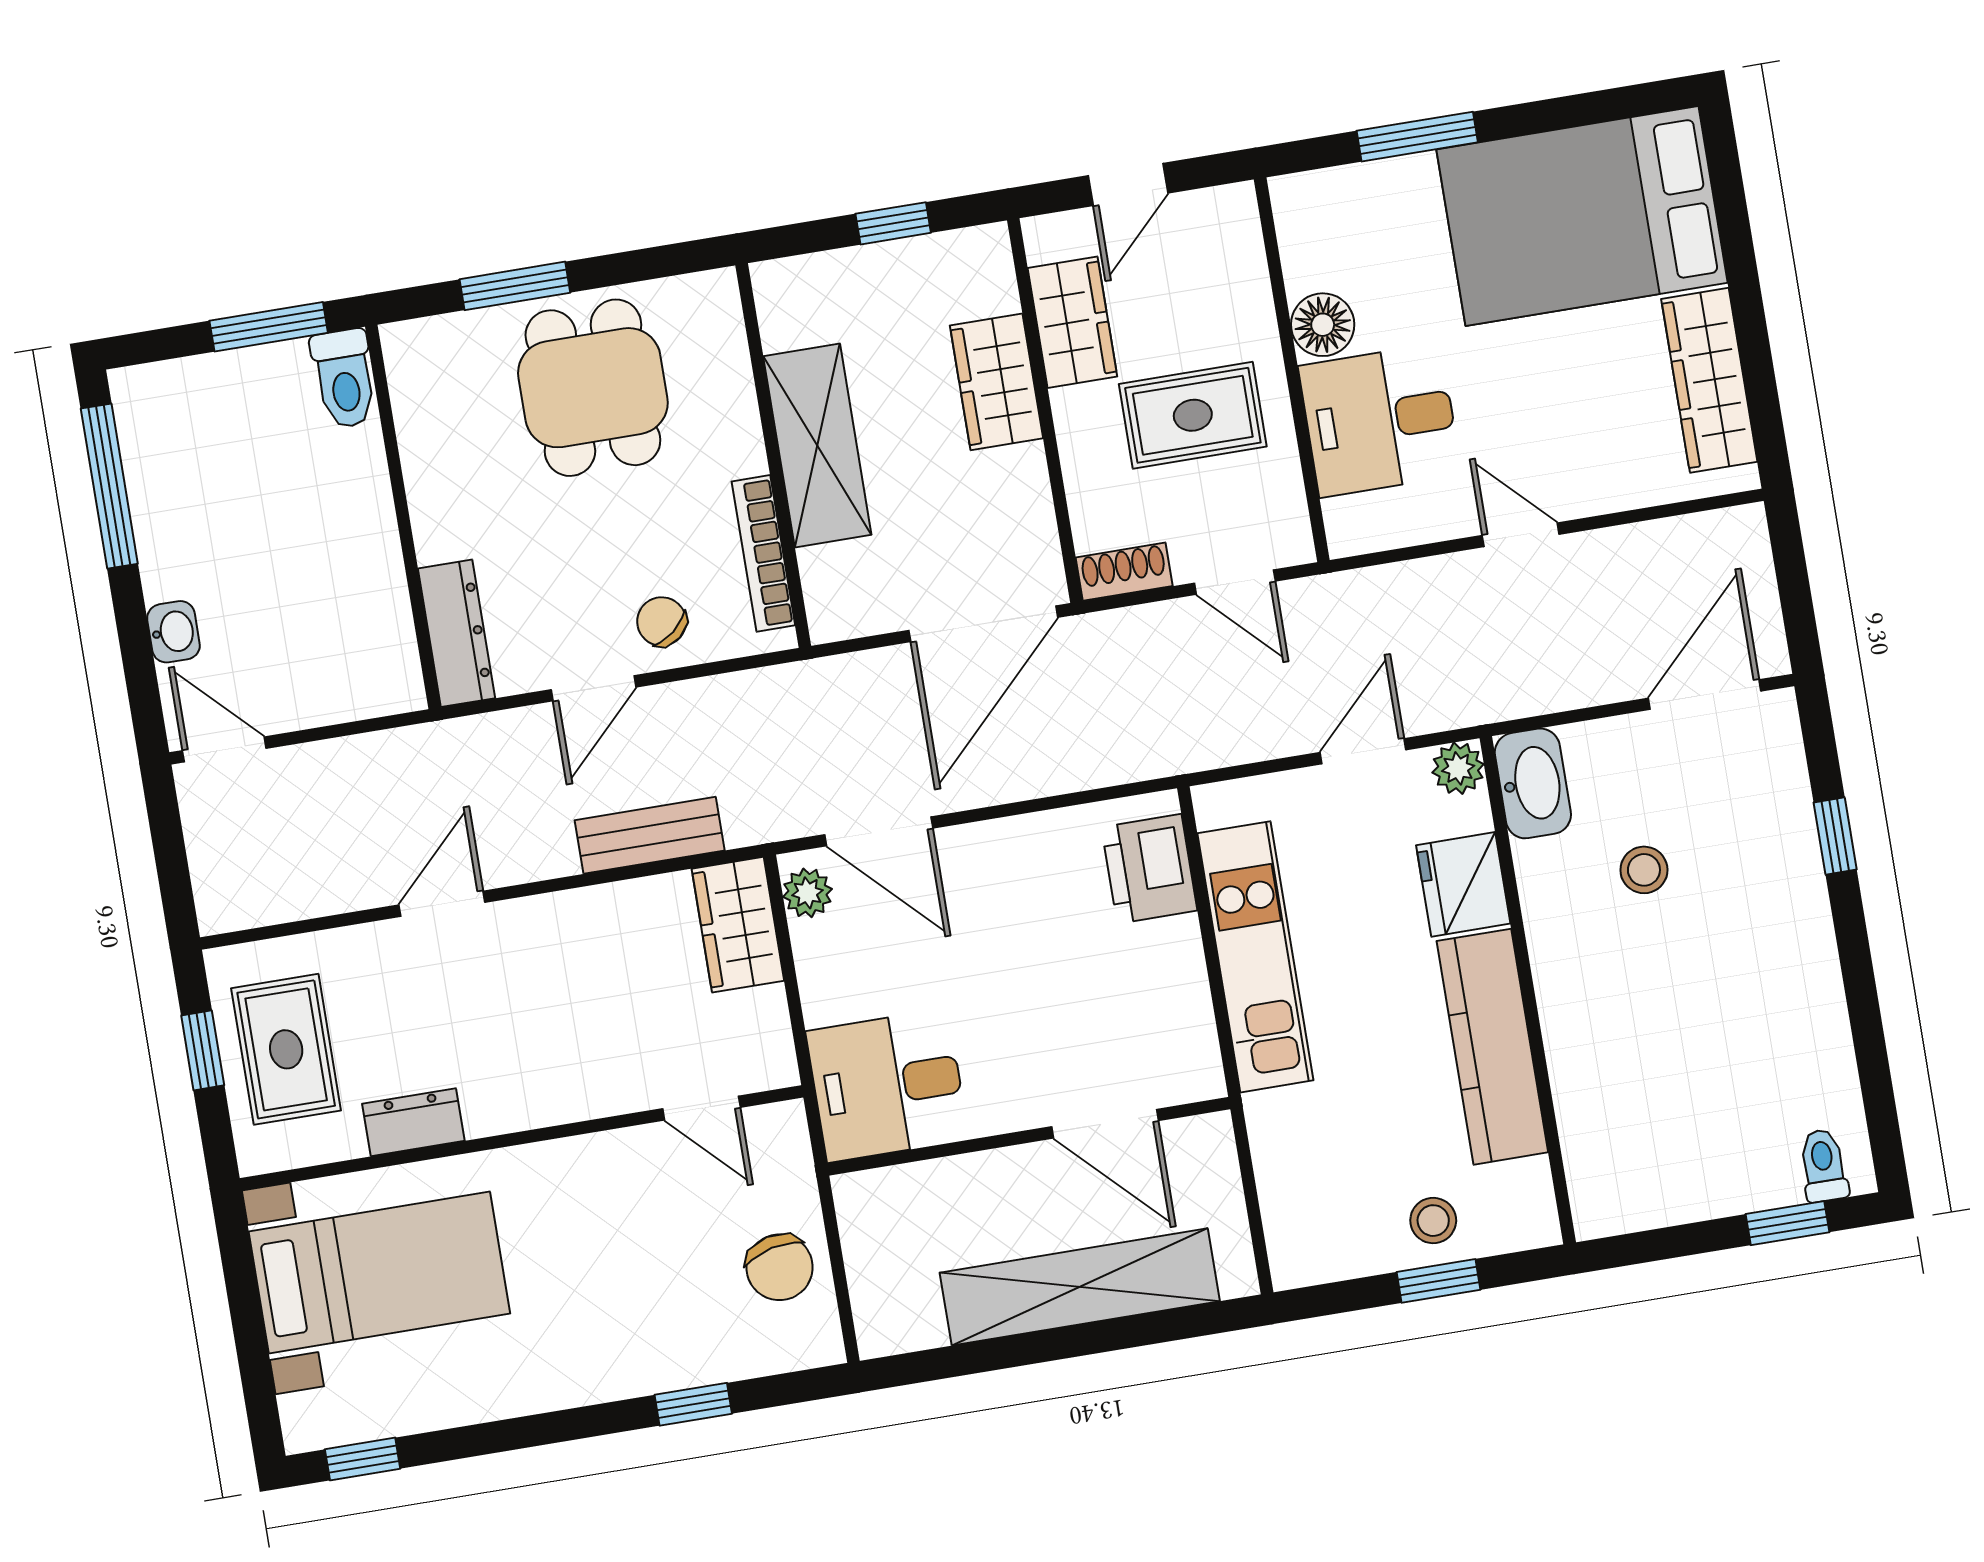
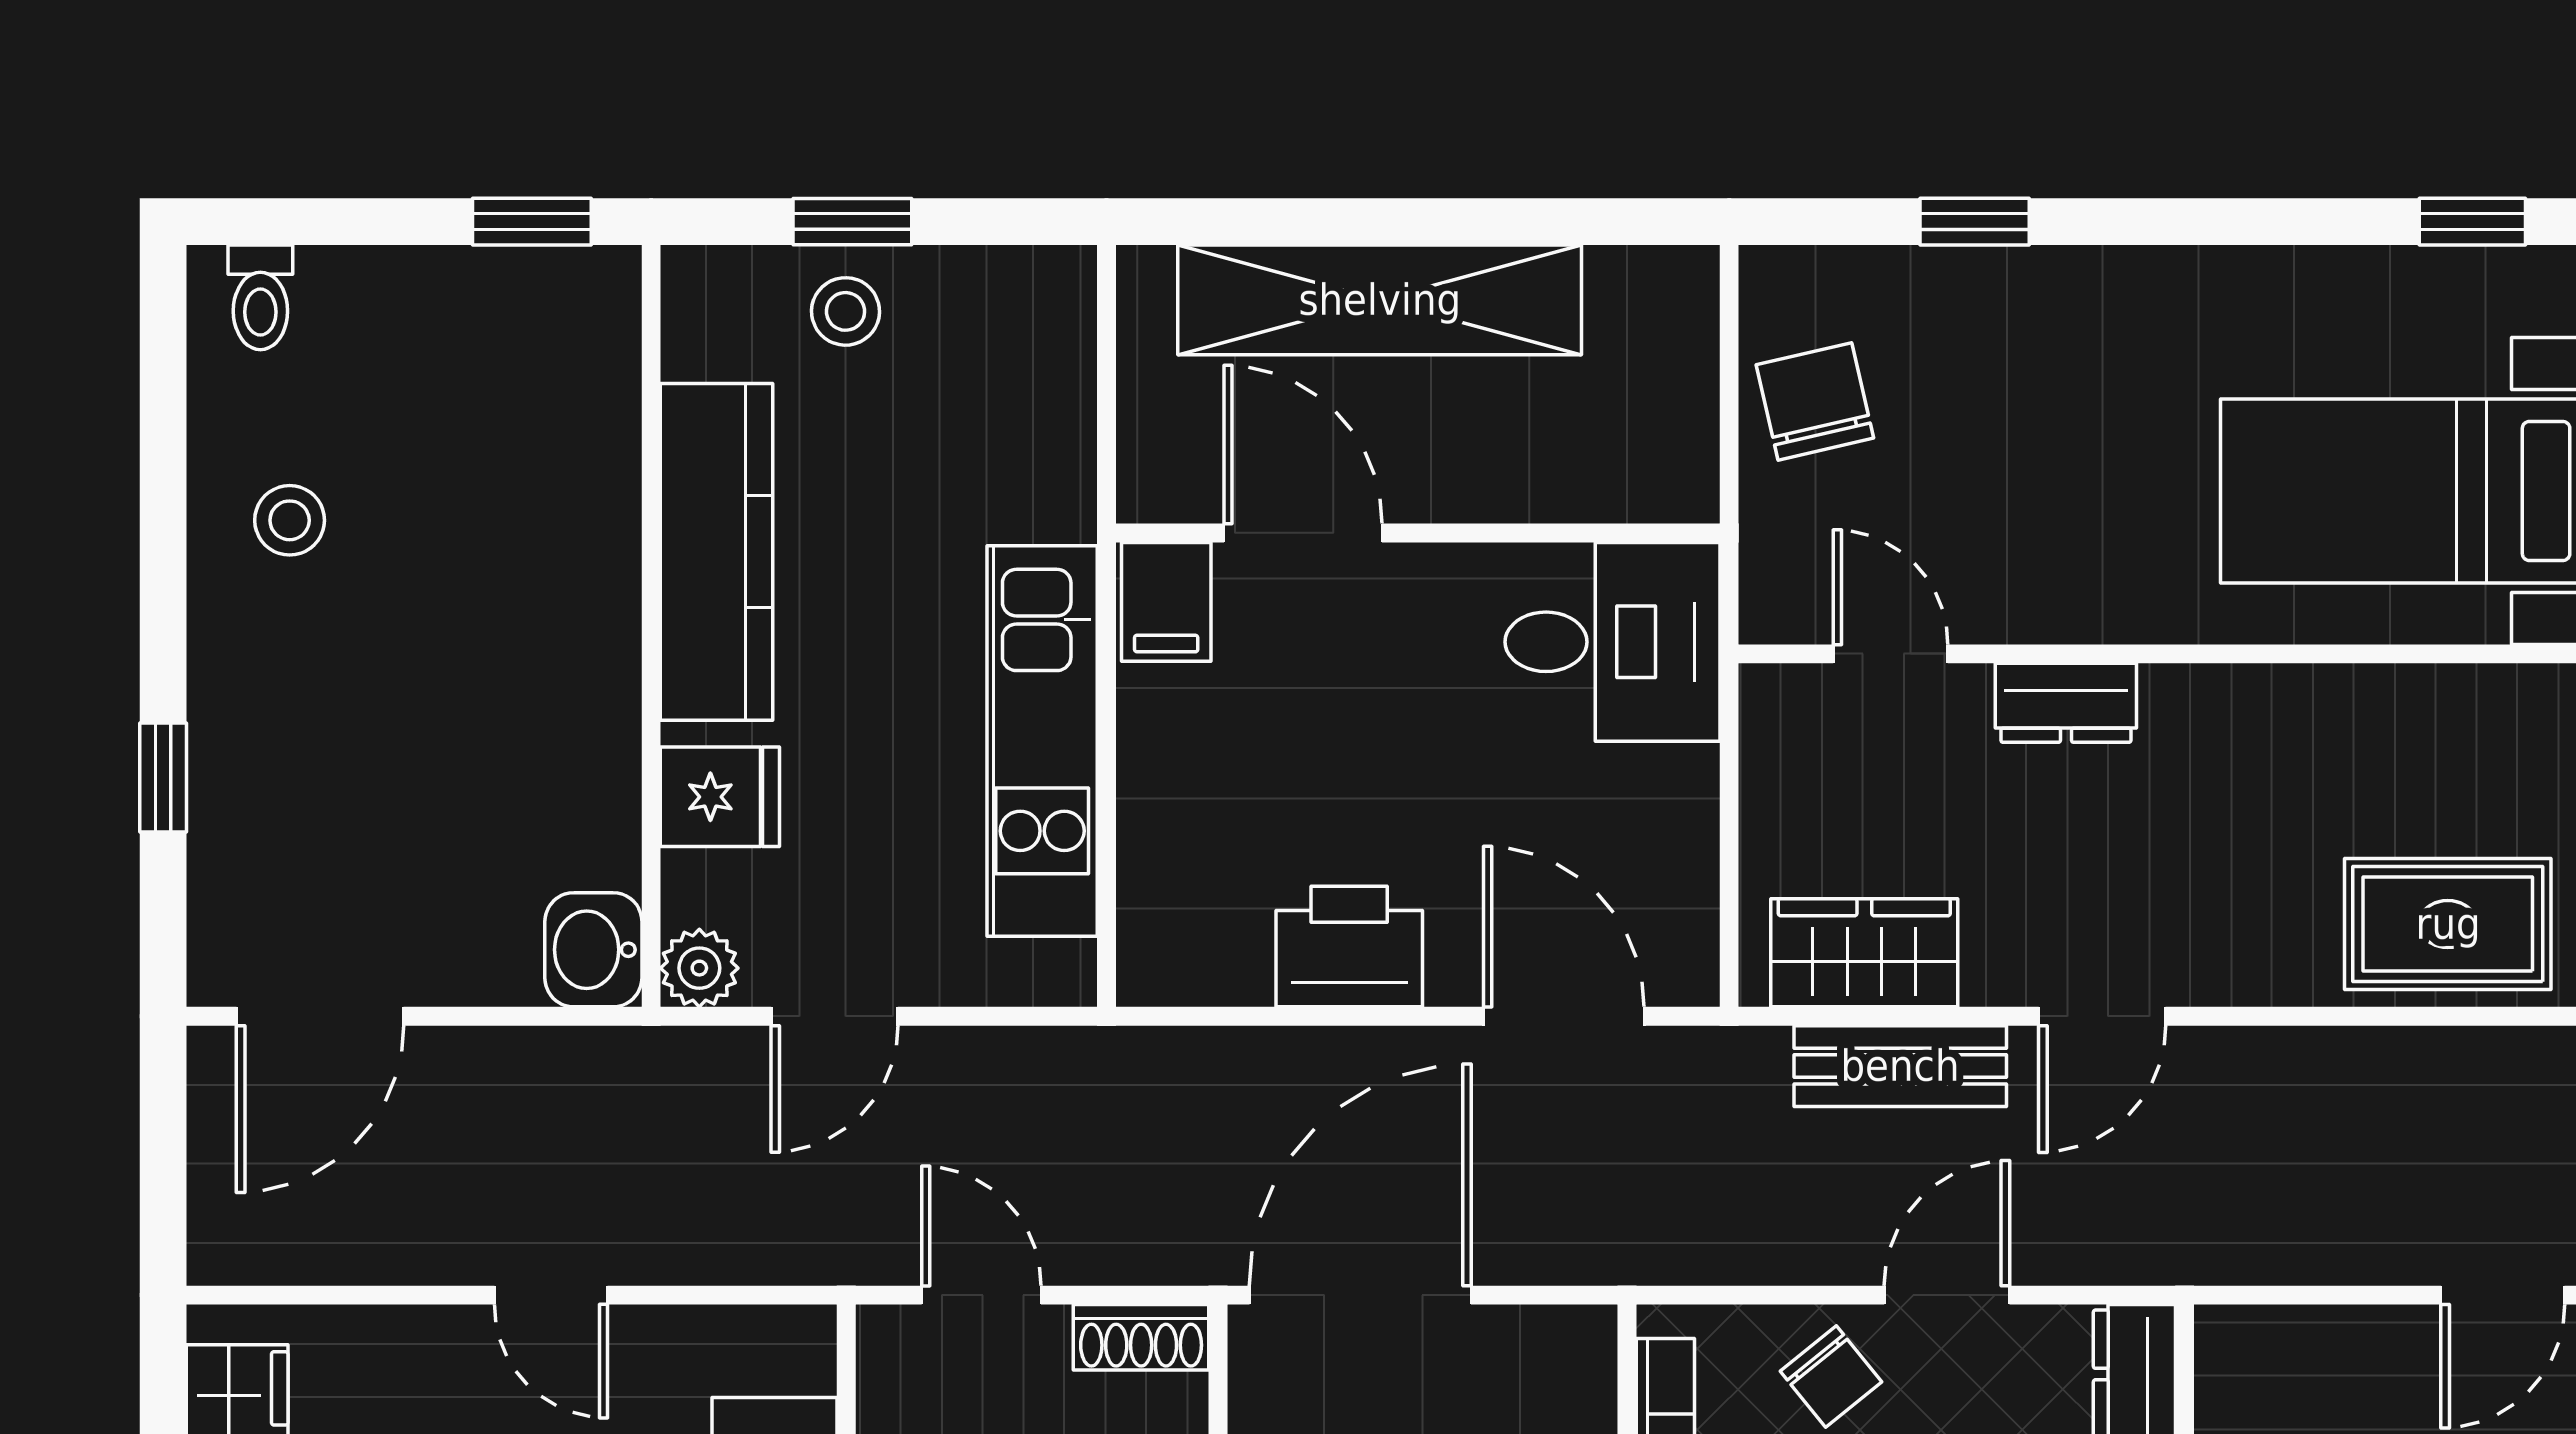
door: (224, 749) -> (2503, 1295), hinge flipped
washbasin: (1533, 783) -> (593, 950), width x0.72
printer: (1149, 869) -> (1349, 947), moved, turned -90
stool: (1644, 870) -> (290, 520), moved
fridge: (1463, 884) -> (720, 797), width x0.72
plant: (807, 893) -> (1683, 943), removed
door: (442, 904) -> (2102, 1016), moved
wardrobe: (738, 925) -> (1864, 953), moved, turned -90
rug: (286, 1049) -> (2448, 924), moved, turned 90
filing cabinet: (1188, 1063) -> (1166, 602), added
dresser: (413, 1122) -> (2066, 703), moved
window: (1788, 1223) -> (532, 222), moved

